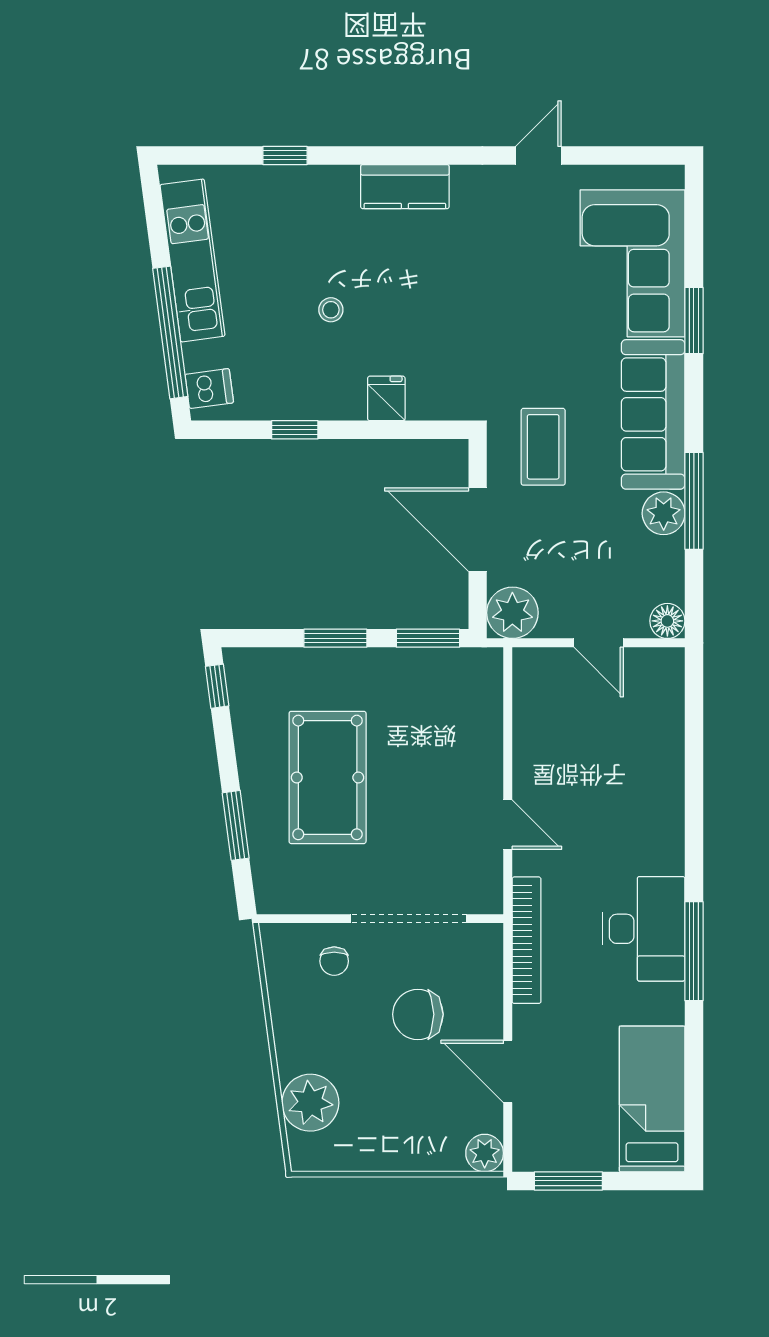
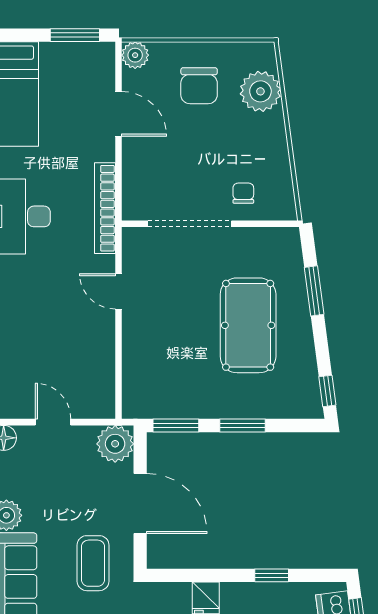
chair: (418, 1014) -> (199, 86), moved, turned 90

